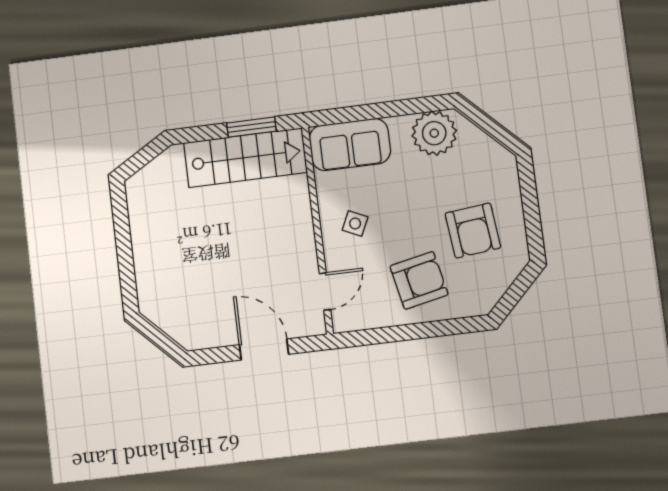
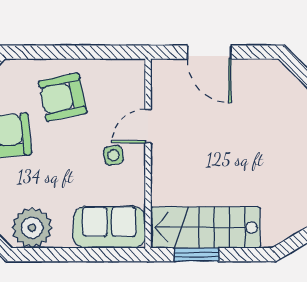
side table: (355, 223) -> (113, 155), turned -36
door: (325, 292) -> (148, 126), moved

